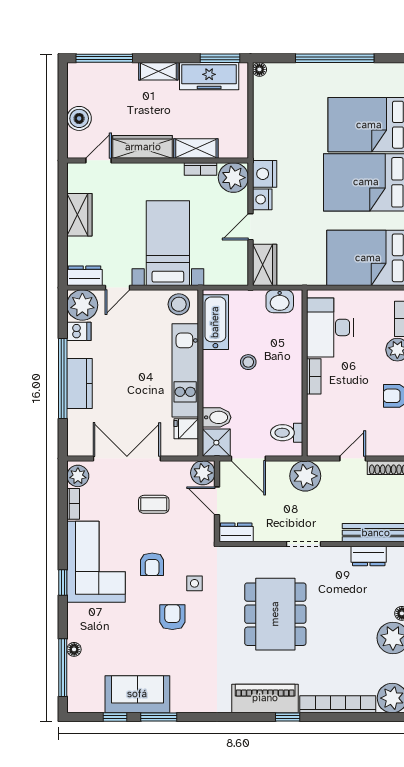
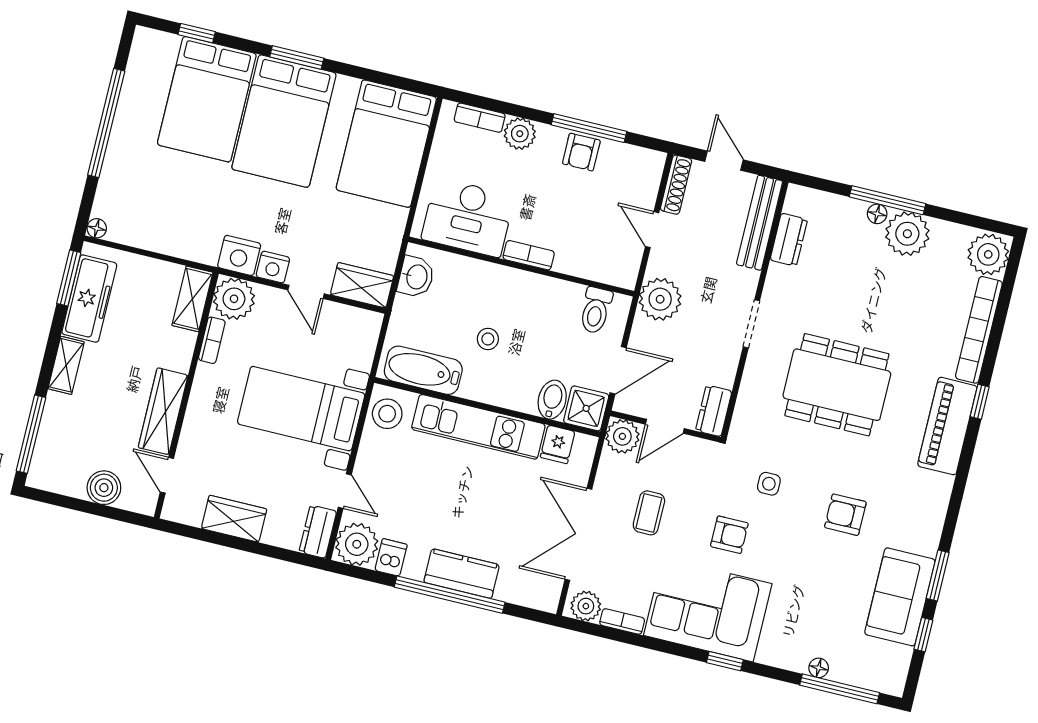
shelving: (196, 148) -> (192, 299), moved
armchair: (172, 617) -> (845, 515), moved

